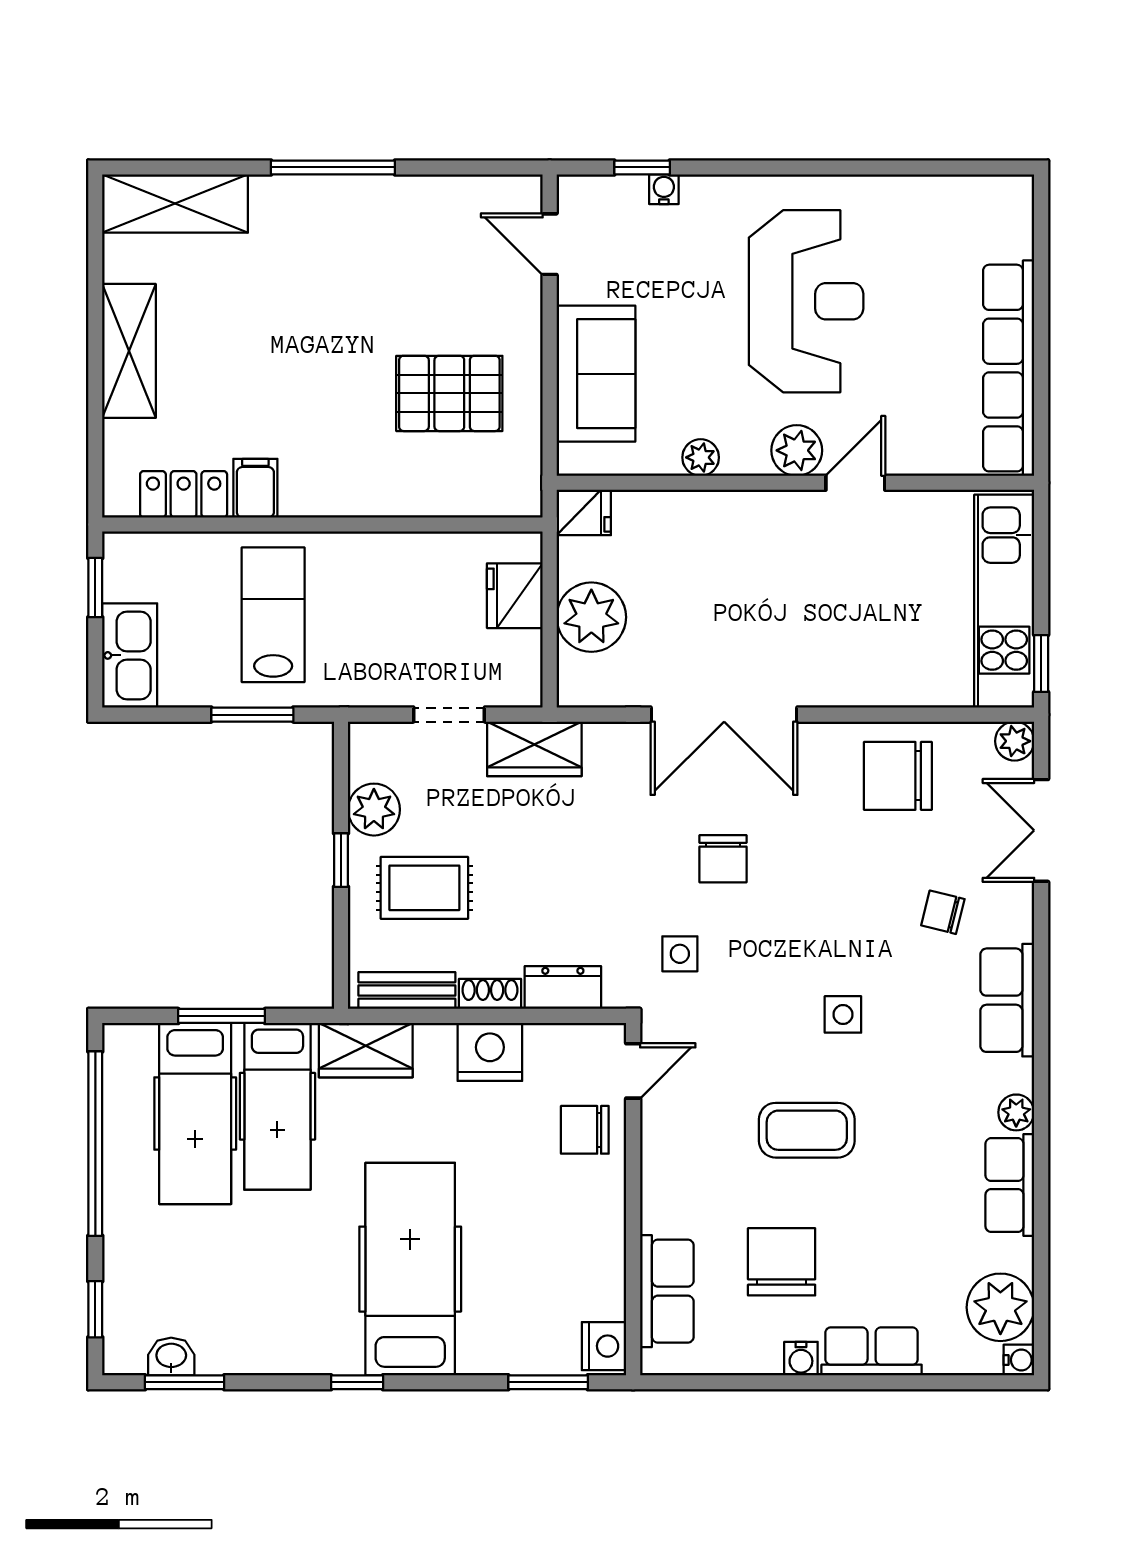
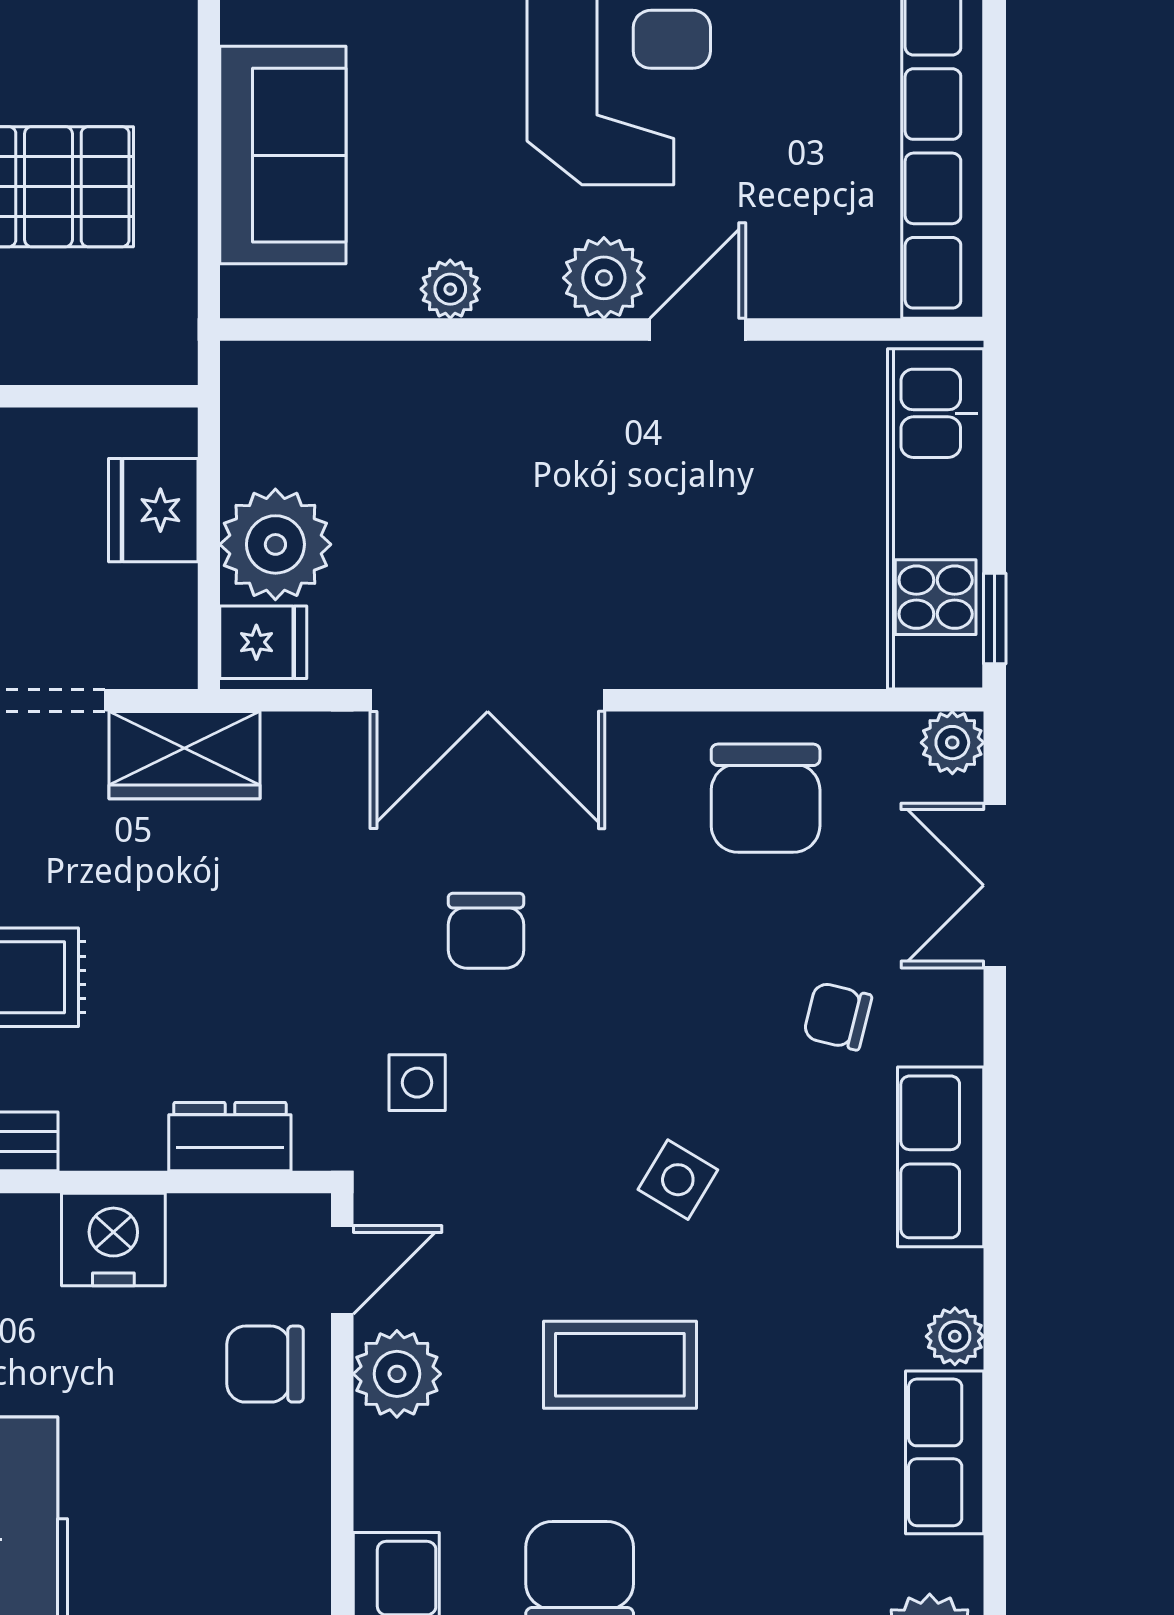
fridge: (584, 512) -> (263, 642), moved
chair: (898, 776) -> (766, 798), turned -90
shoe rack: (490, 994) -> (113, 1147), removed
side table: (843, 1014) -> (678, 1180), turned 31
plant: (667, 1136) -> (397, 1374), added

